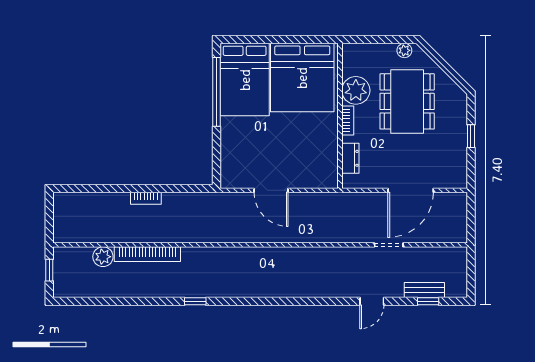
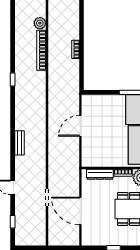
dresser: (350, 158) -> (100, 174), width x1.44
bench: (424, 290) -> (20, 143), moved

